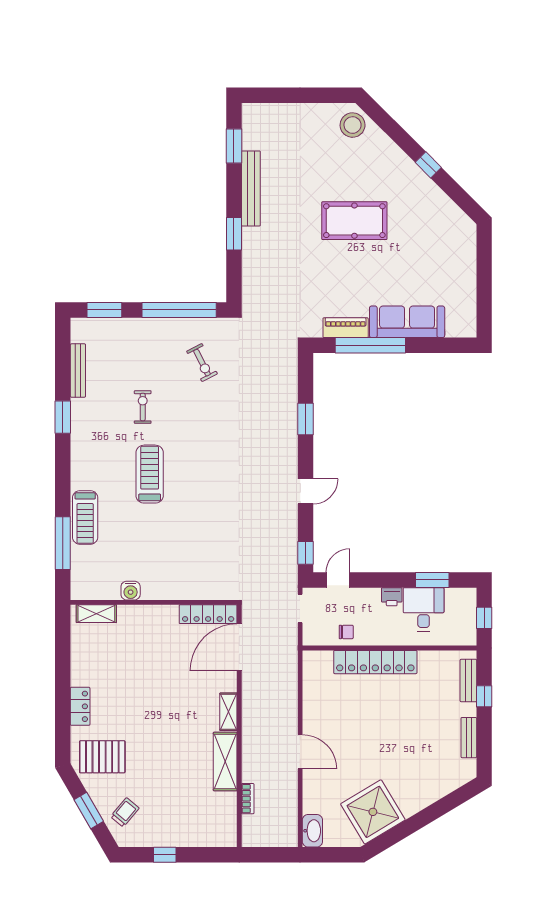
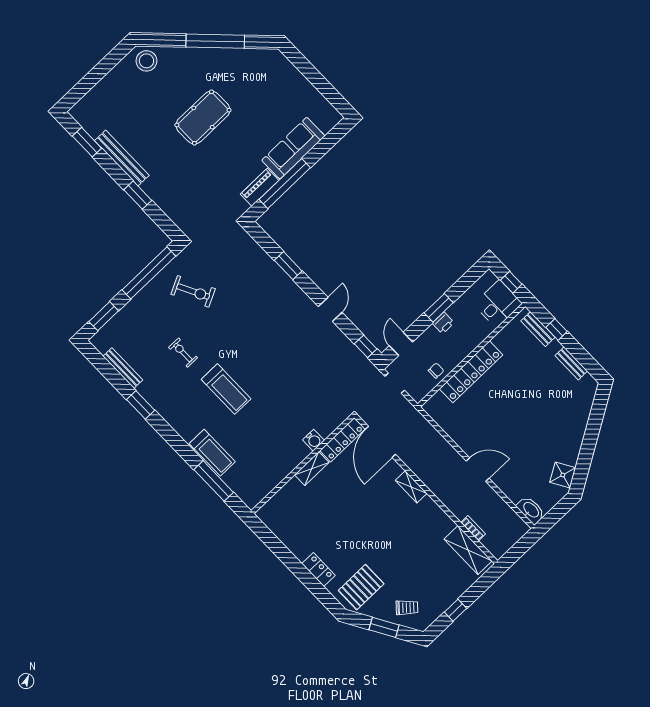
window: (428, 165) -> (215, 41), width x3.17
exercise bike: (202, 363) -> (193, 291), width x1.38, depth x1.39
treadmill: (150, 474) -> (226, 389), turned 180
window: (432, 580) -> (439, 308), moved
water cooler: (131, 591) -> (313, 440), moved
desk: (424, 609) -> (498, 304), moved, turned 90
shelving: (96, 614) -> (312, 469), moved
shelving: (225, 761) -> (468, 550), moved
trolley: (125, 812) -> (407, 608), turned 92
shower: (373, 812) -> (563, 475), width x0.54, depth x0.54

